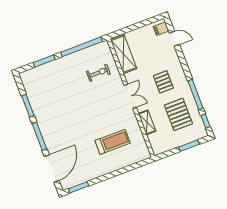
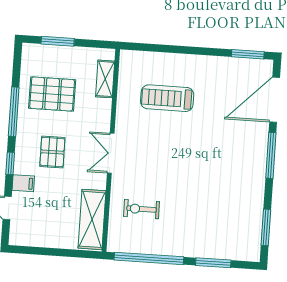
filing cabinet: (161, 29) -> (23, 183), moved
window: (28, 106) -> (266, 227), moved
pallet: (178, 114) -> (52, 94), turned 90
window: (205, 121) -> (10, 163), moved
shelving: (147, 122) -> (105, 79), moved

